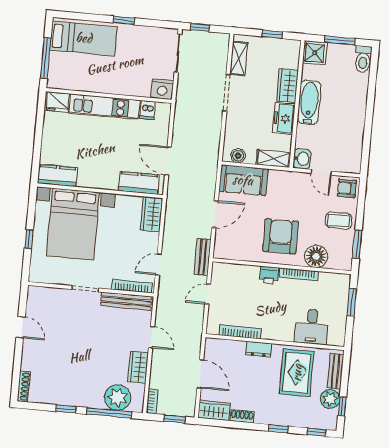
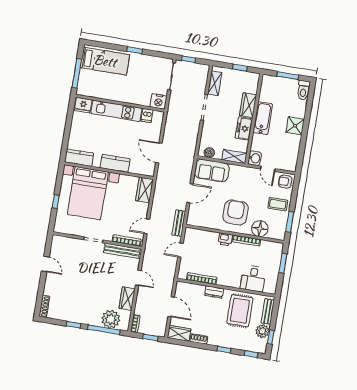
shower: (315, 53) -> (295, 126), moved
kitchen counter: (139, 183) -> (115, 163), moved

